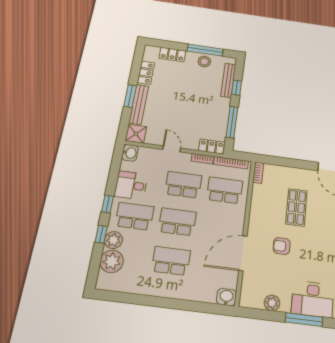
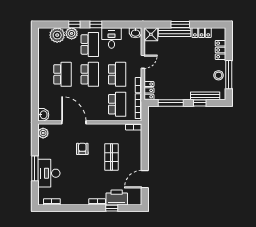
shop shelf: (296, 207) -> (111, 157), turned 90
plant: (272, 303) -> (43, 133), moved

